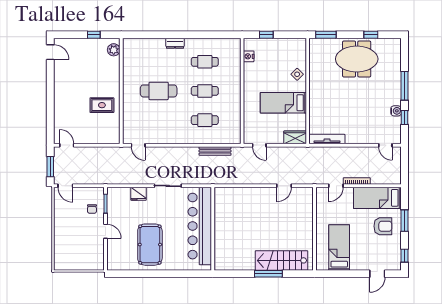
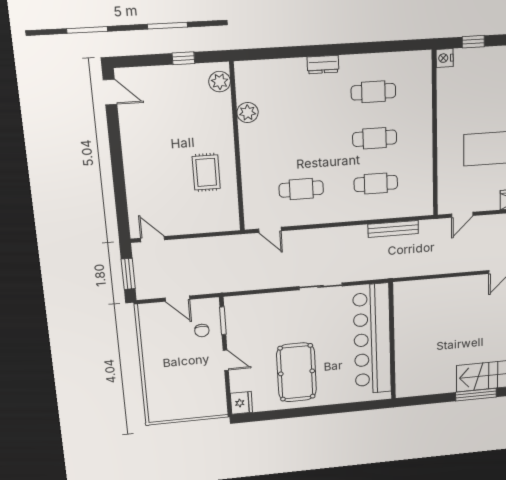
nightstand: (249, 56) -> (445, 58), moved
plant: (129, 70) -> (248, 113), added
cafe table: (159, 91) -> (301, 189), moved, width x0.73, depth x0.74
rug: (102, 105) -> (206, 172), turned 90
door: (259, 145) -> (462, 215), hinge flipped
door: (65, 186) -> (178, 299), moved
fridge: (138, 194) -> (241, 403), moved, turned -90

